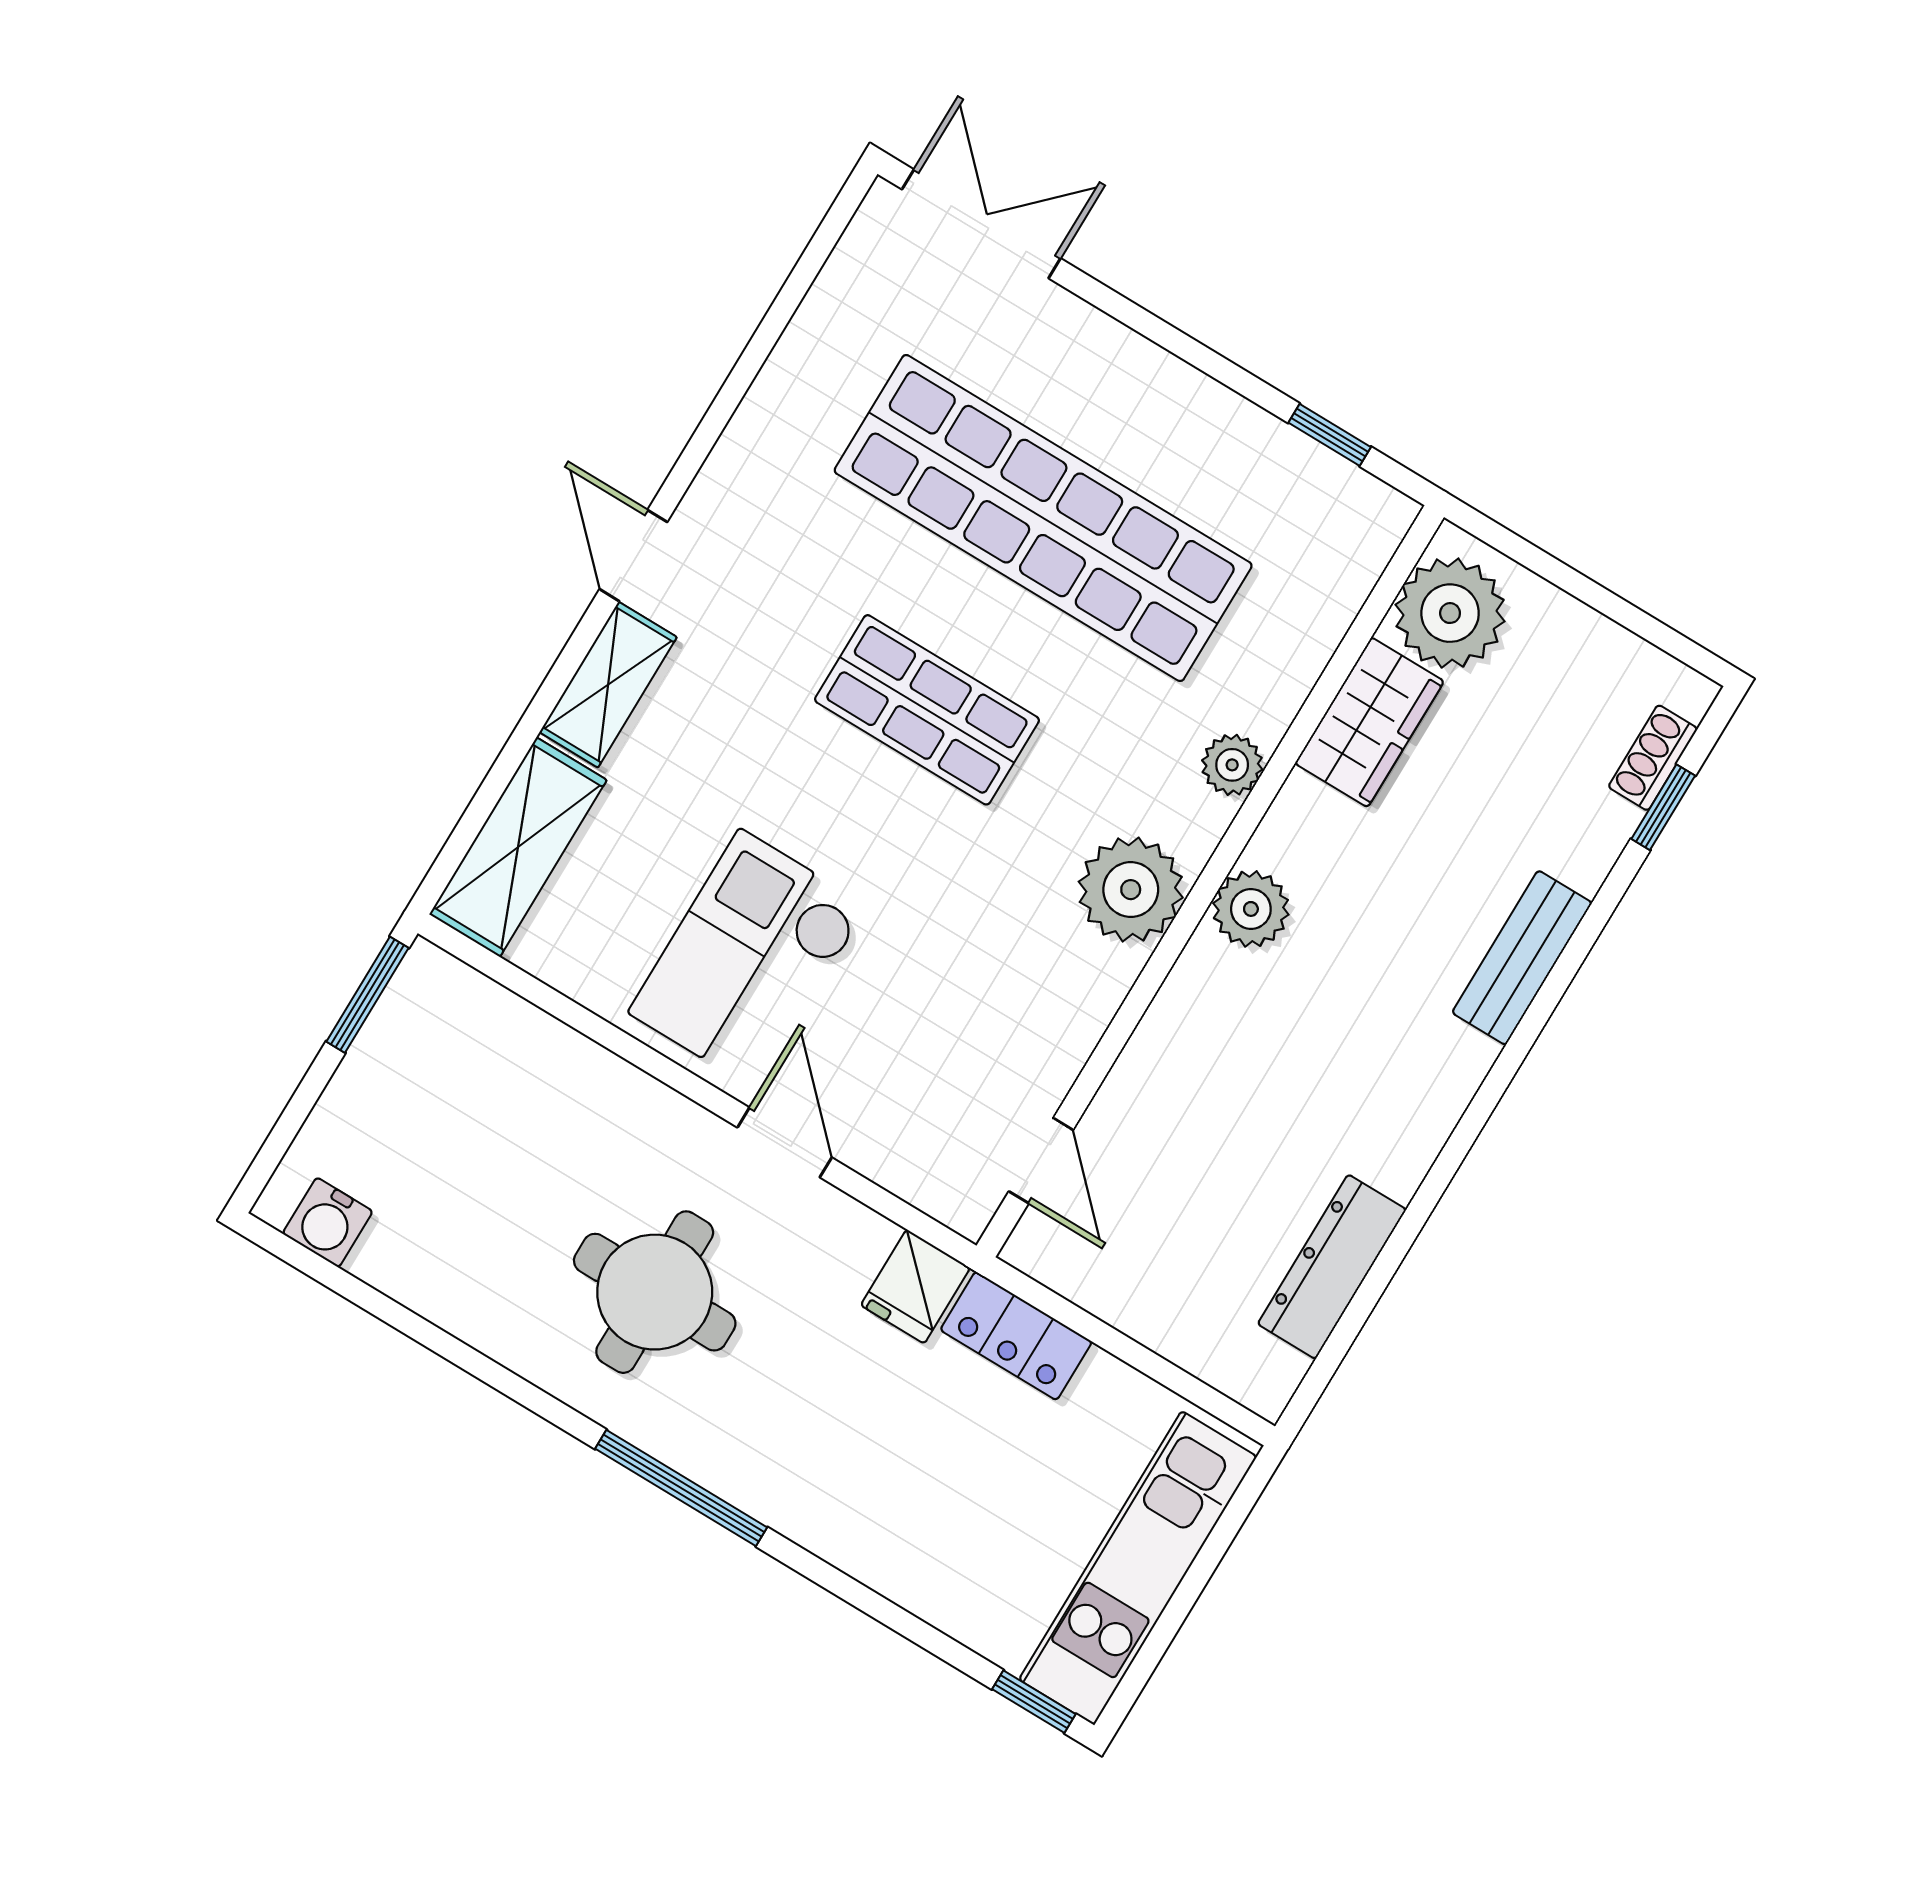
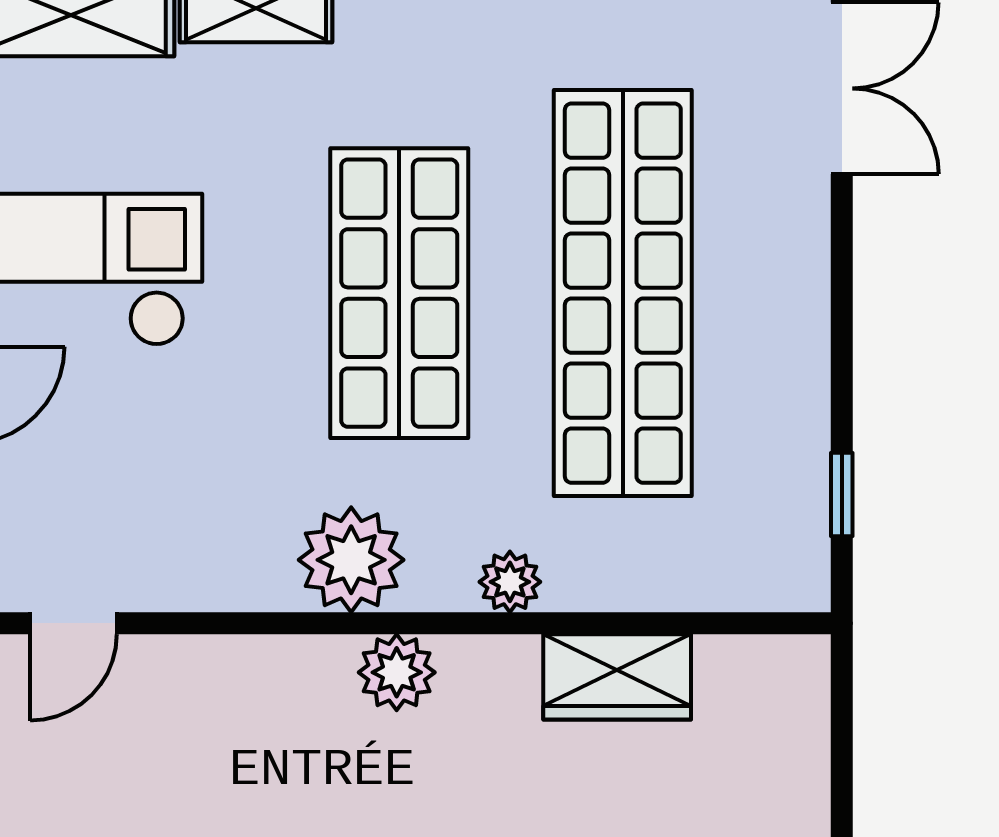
plant: (1450, 613) -> (752, 689), removed
shop shelf: (927, 710) -> (399, 293), width x1.43, depth x1.36

